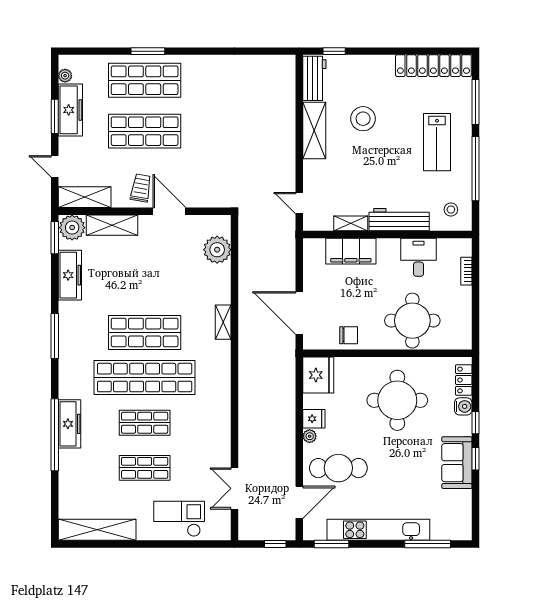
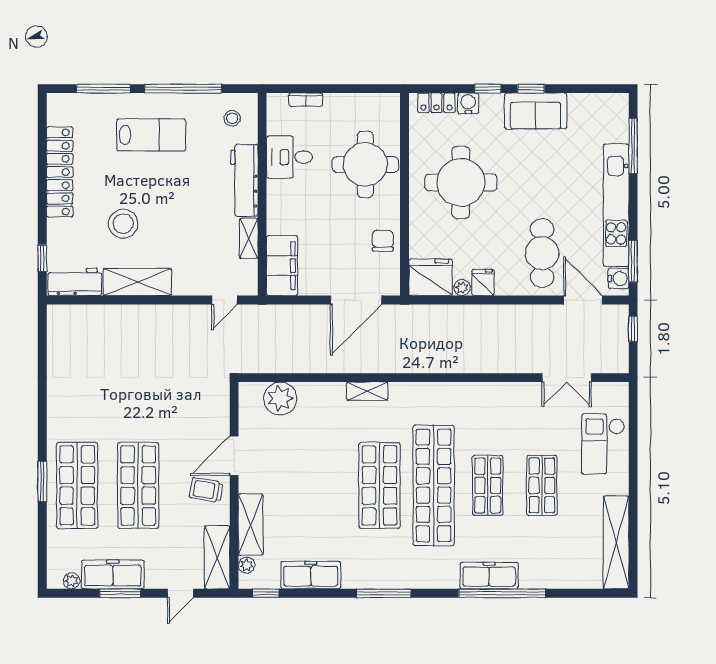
locker: (433, 66) -> (60, 172), moved
plant: (72, 228) -> (247, 565), width x0.53, depth x0.53
window: (55, 238) -> (266, 593), width x0.67
filing cabinet: (351, 251) -> (282, 266), moved
plant: (310, 436) -> (462, 288), moved
water cooler: (317, 532) -> (618, 279), added

